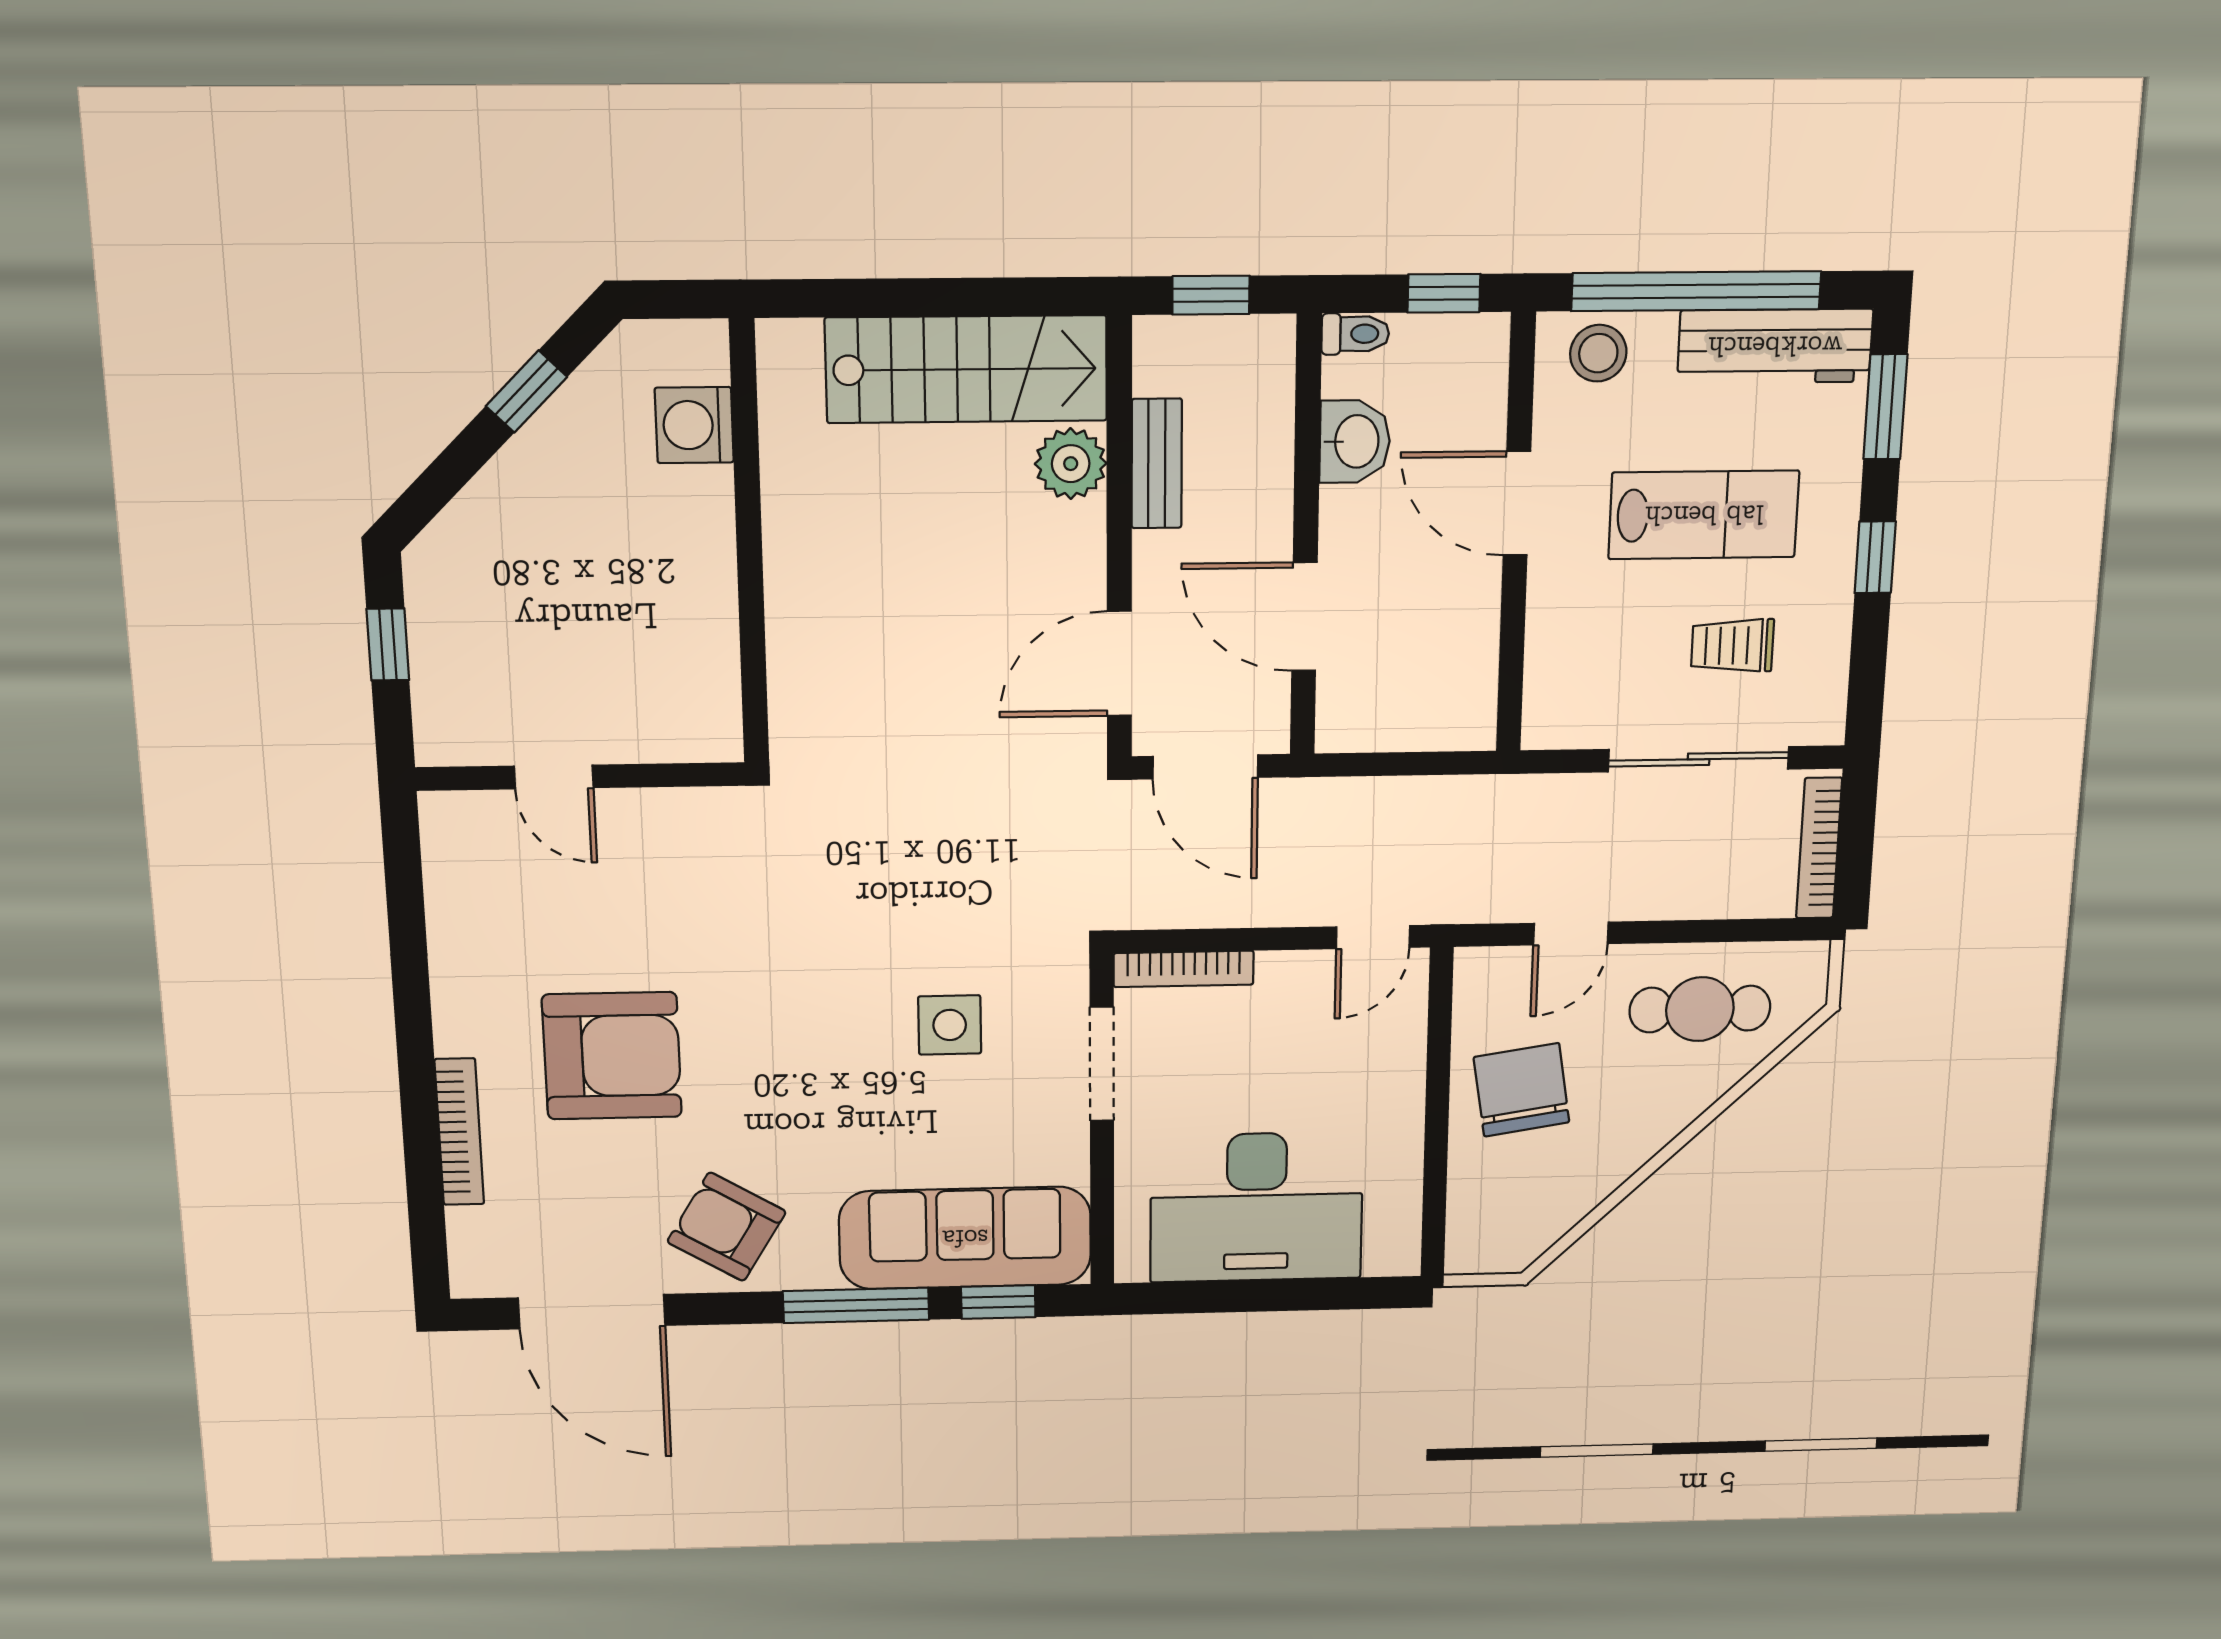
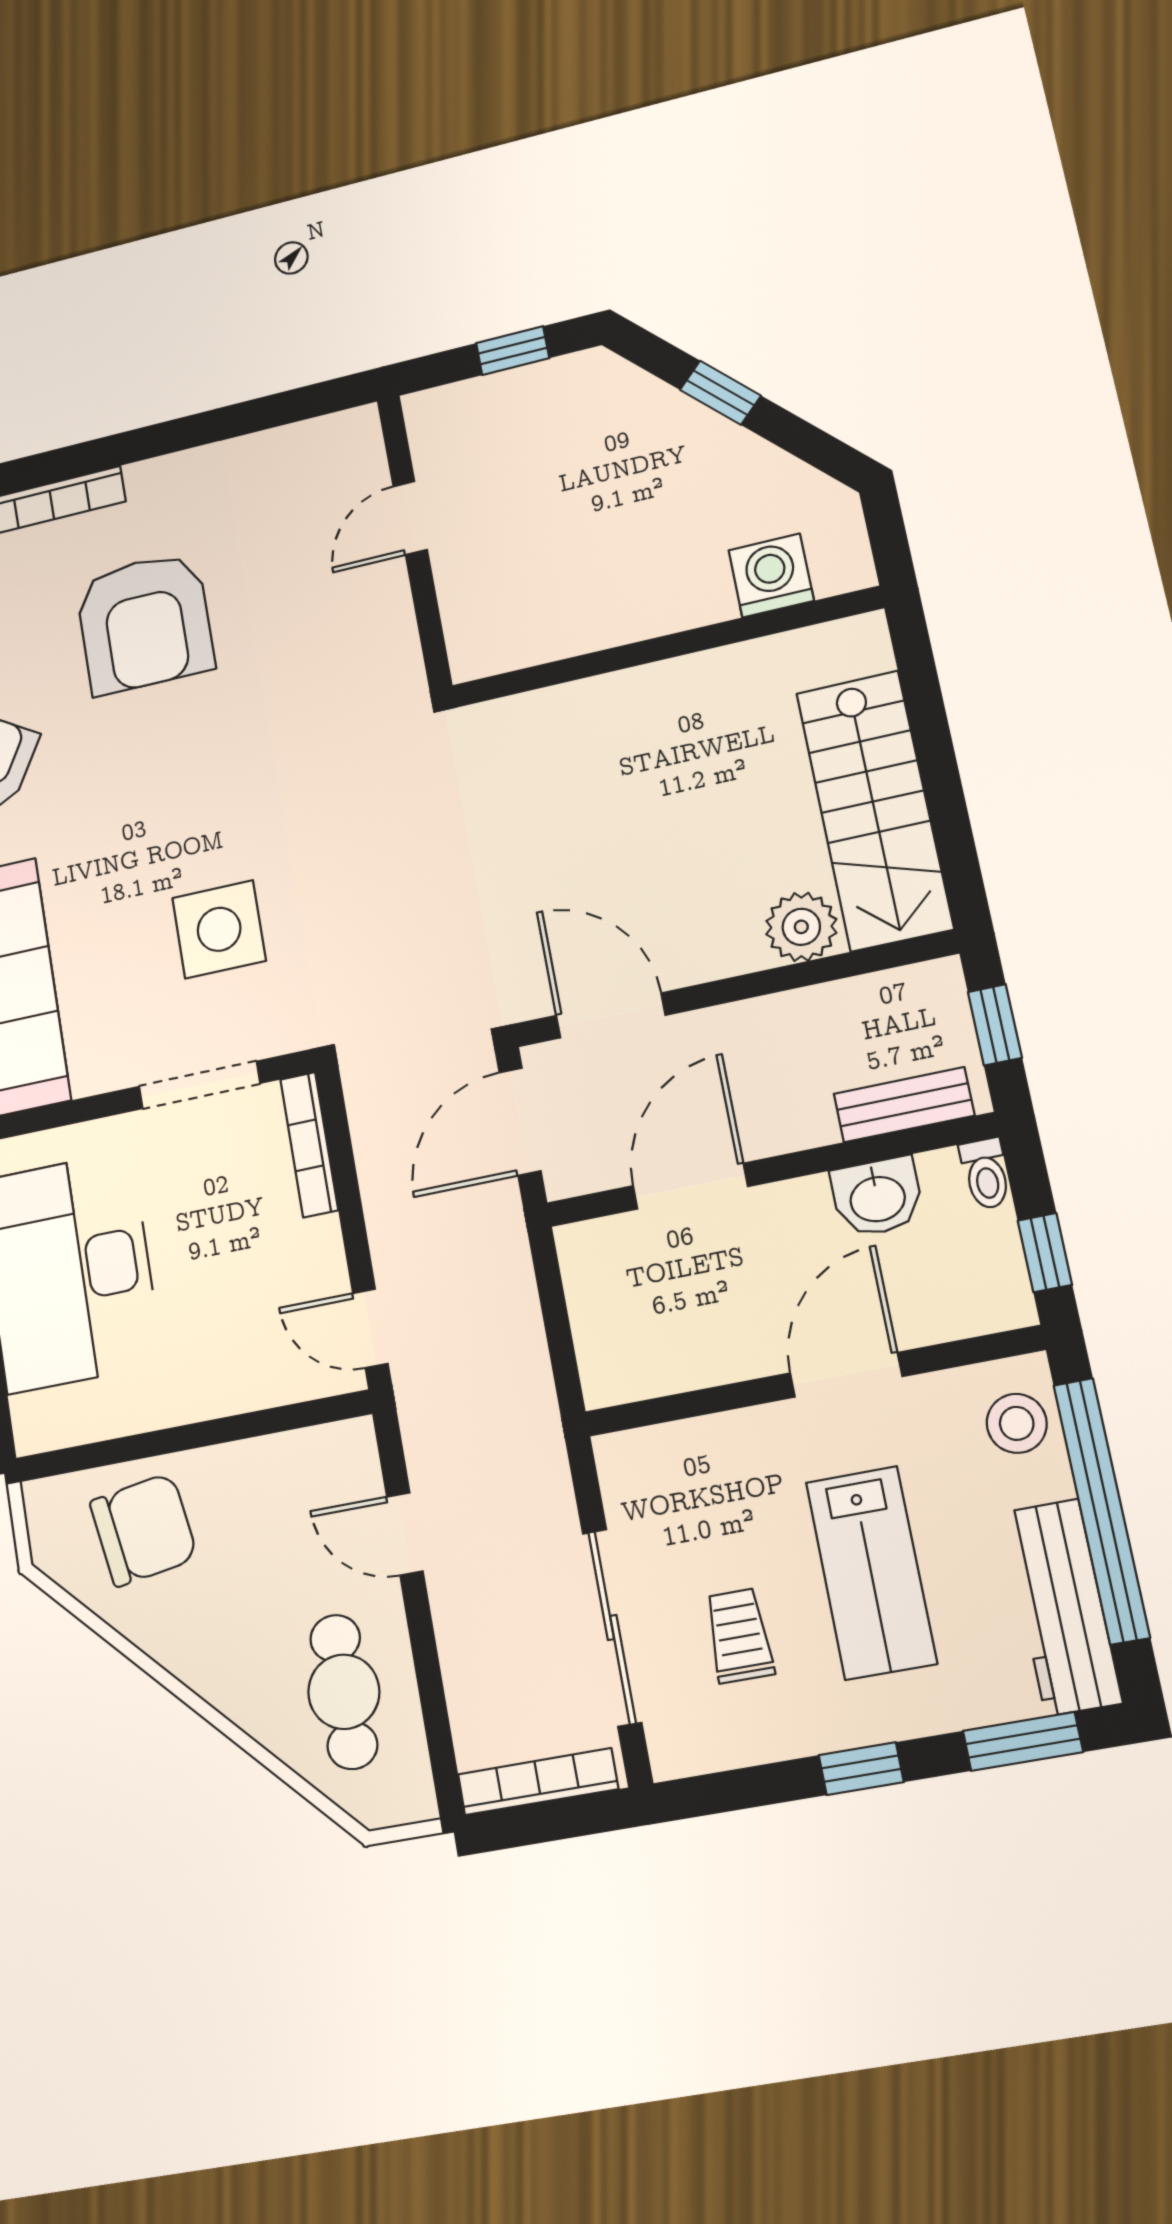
window: (526, 392) -> (720, 393), moved
bench: (1157, 464) -> (904, 1105), moved
side table: (950, 1025) -> (219, 929), width x1.37, depth x1.37
chair: (1522, 1090) -> (144, 1530), moved

